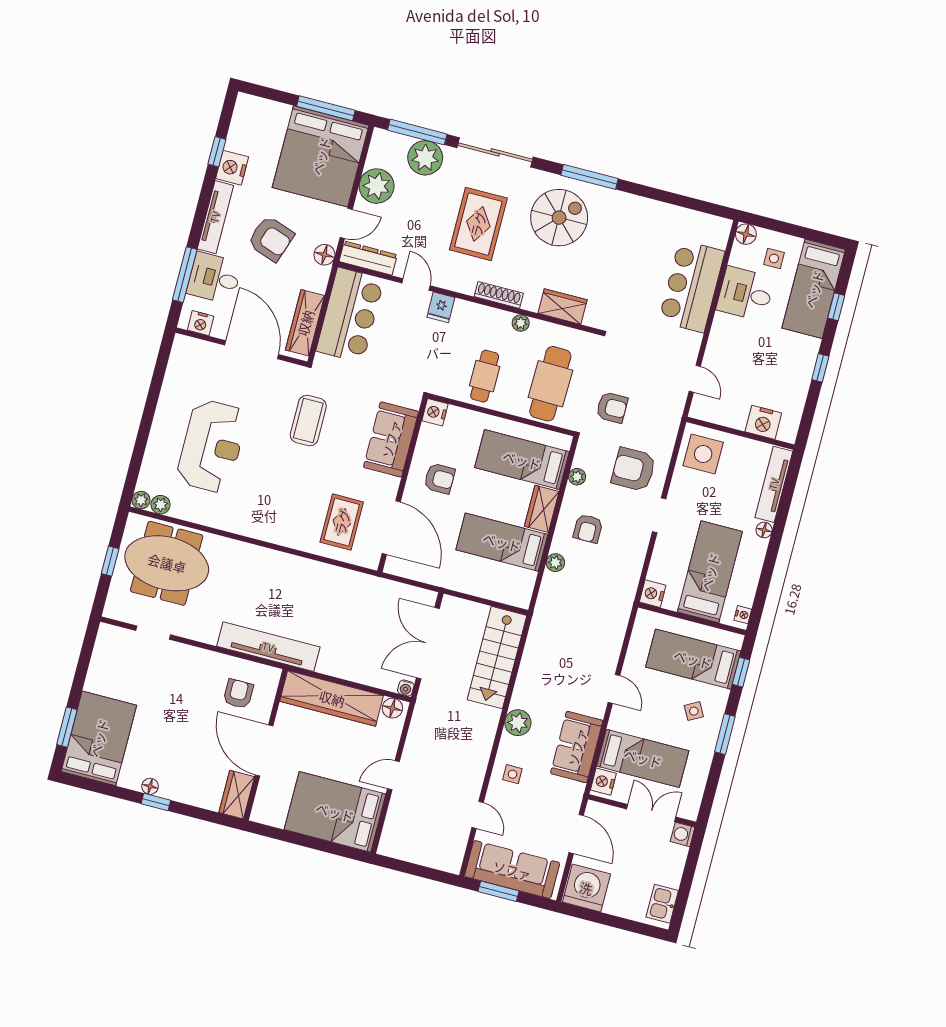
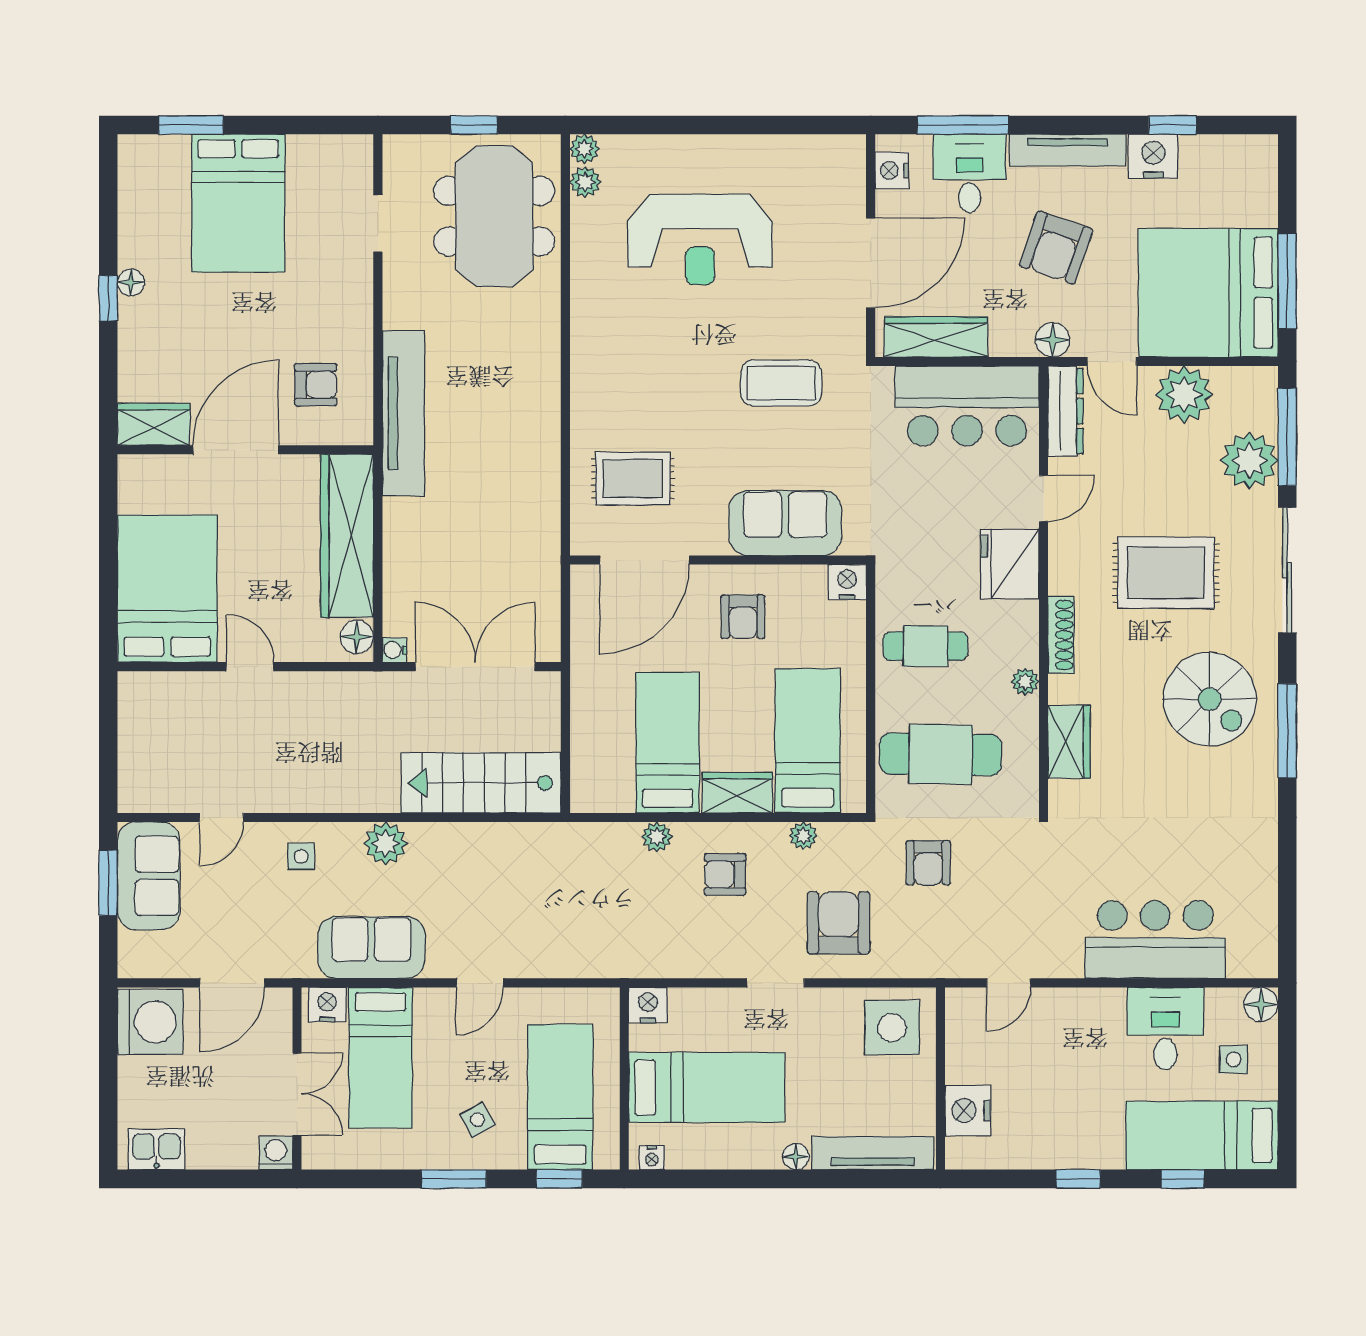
fridge: (441, 307) -> (1010, 564), width x1.88, depth x1.34
bed: (99, 738) -> (238, 203), moved, turned 90
sofa: (512, 870) -> (149, 876), width x0.73

